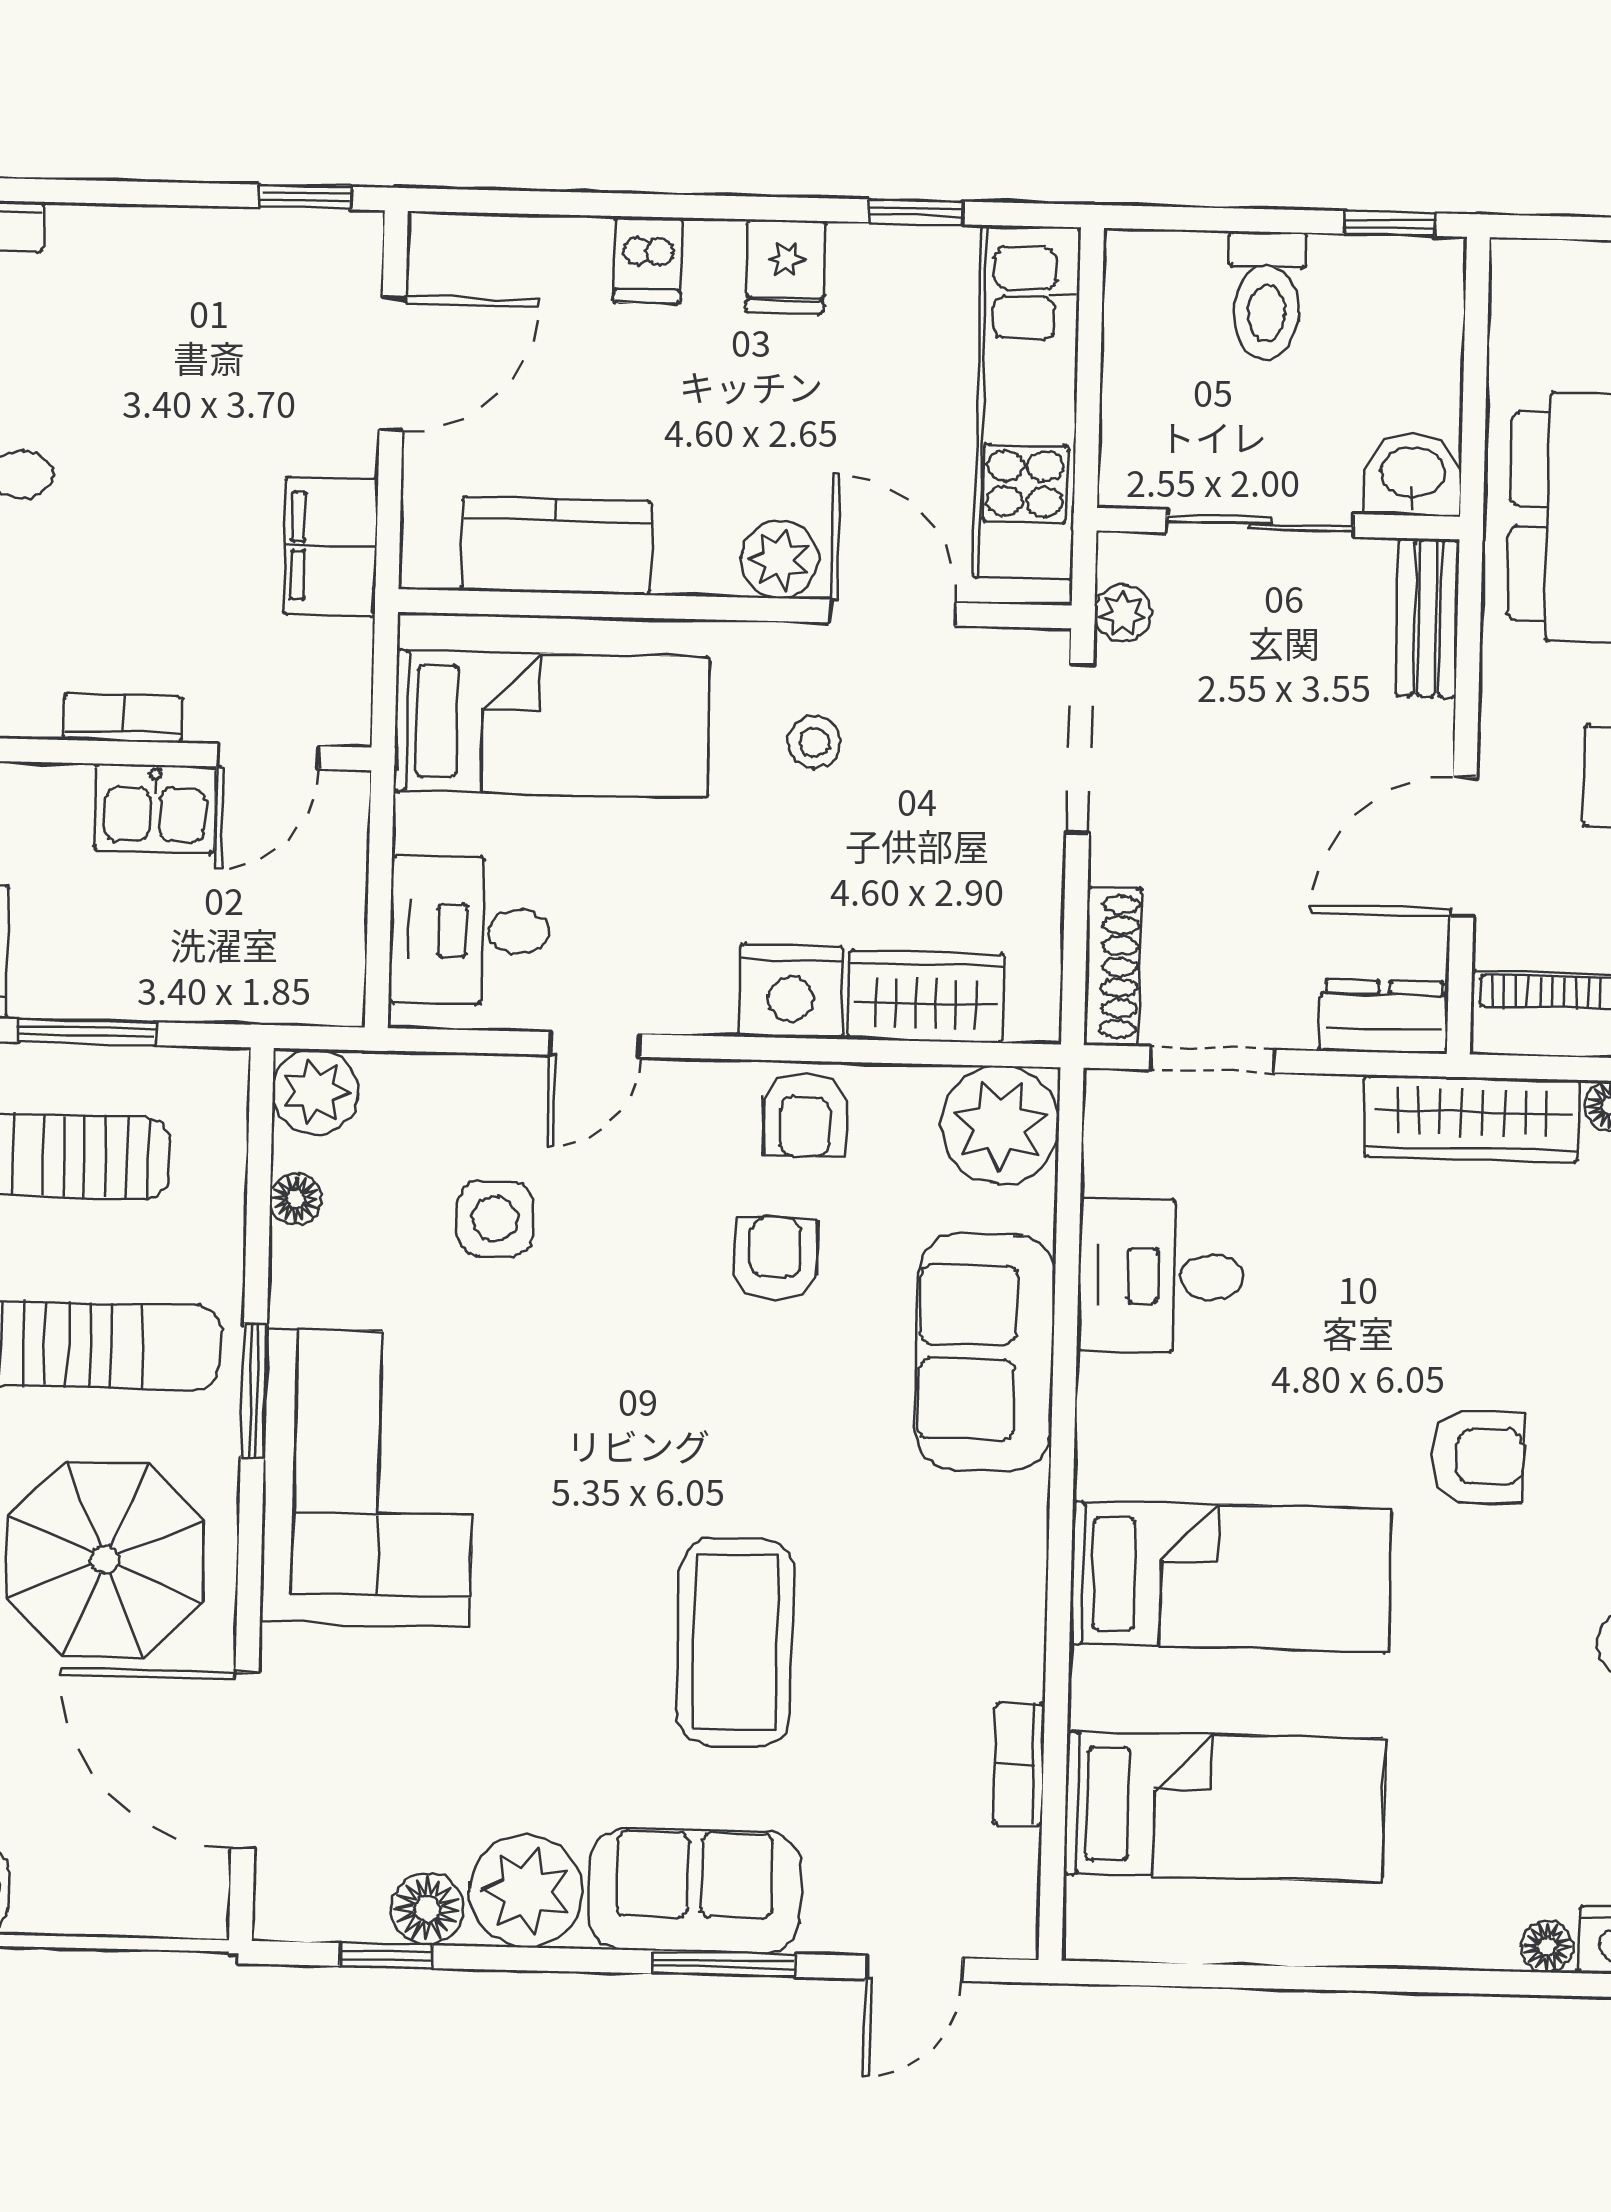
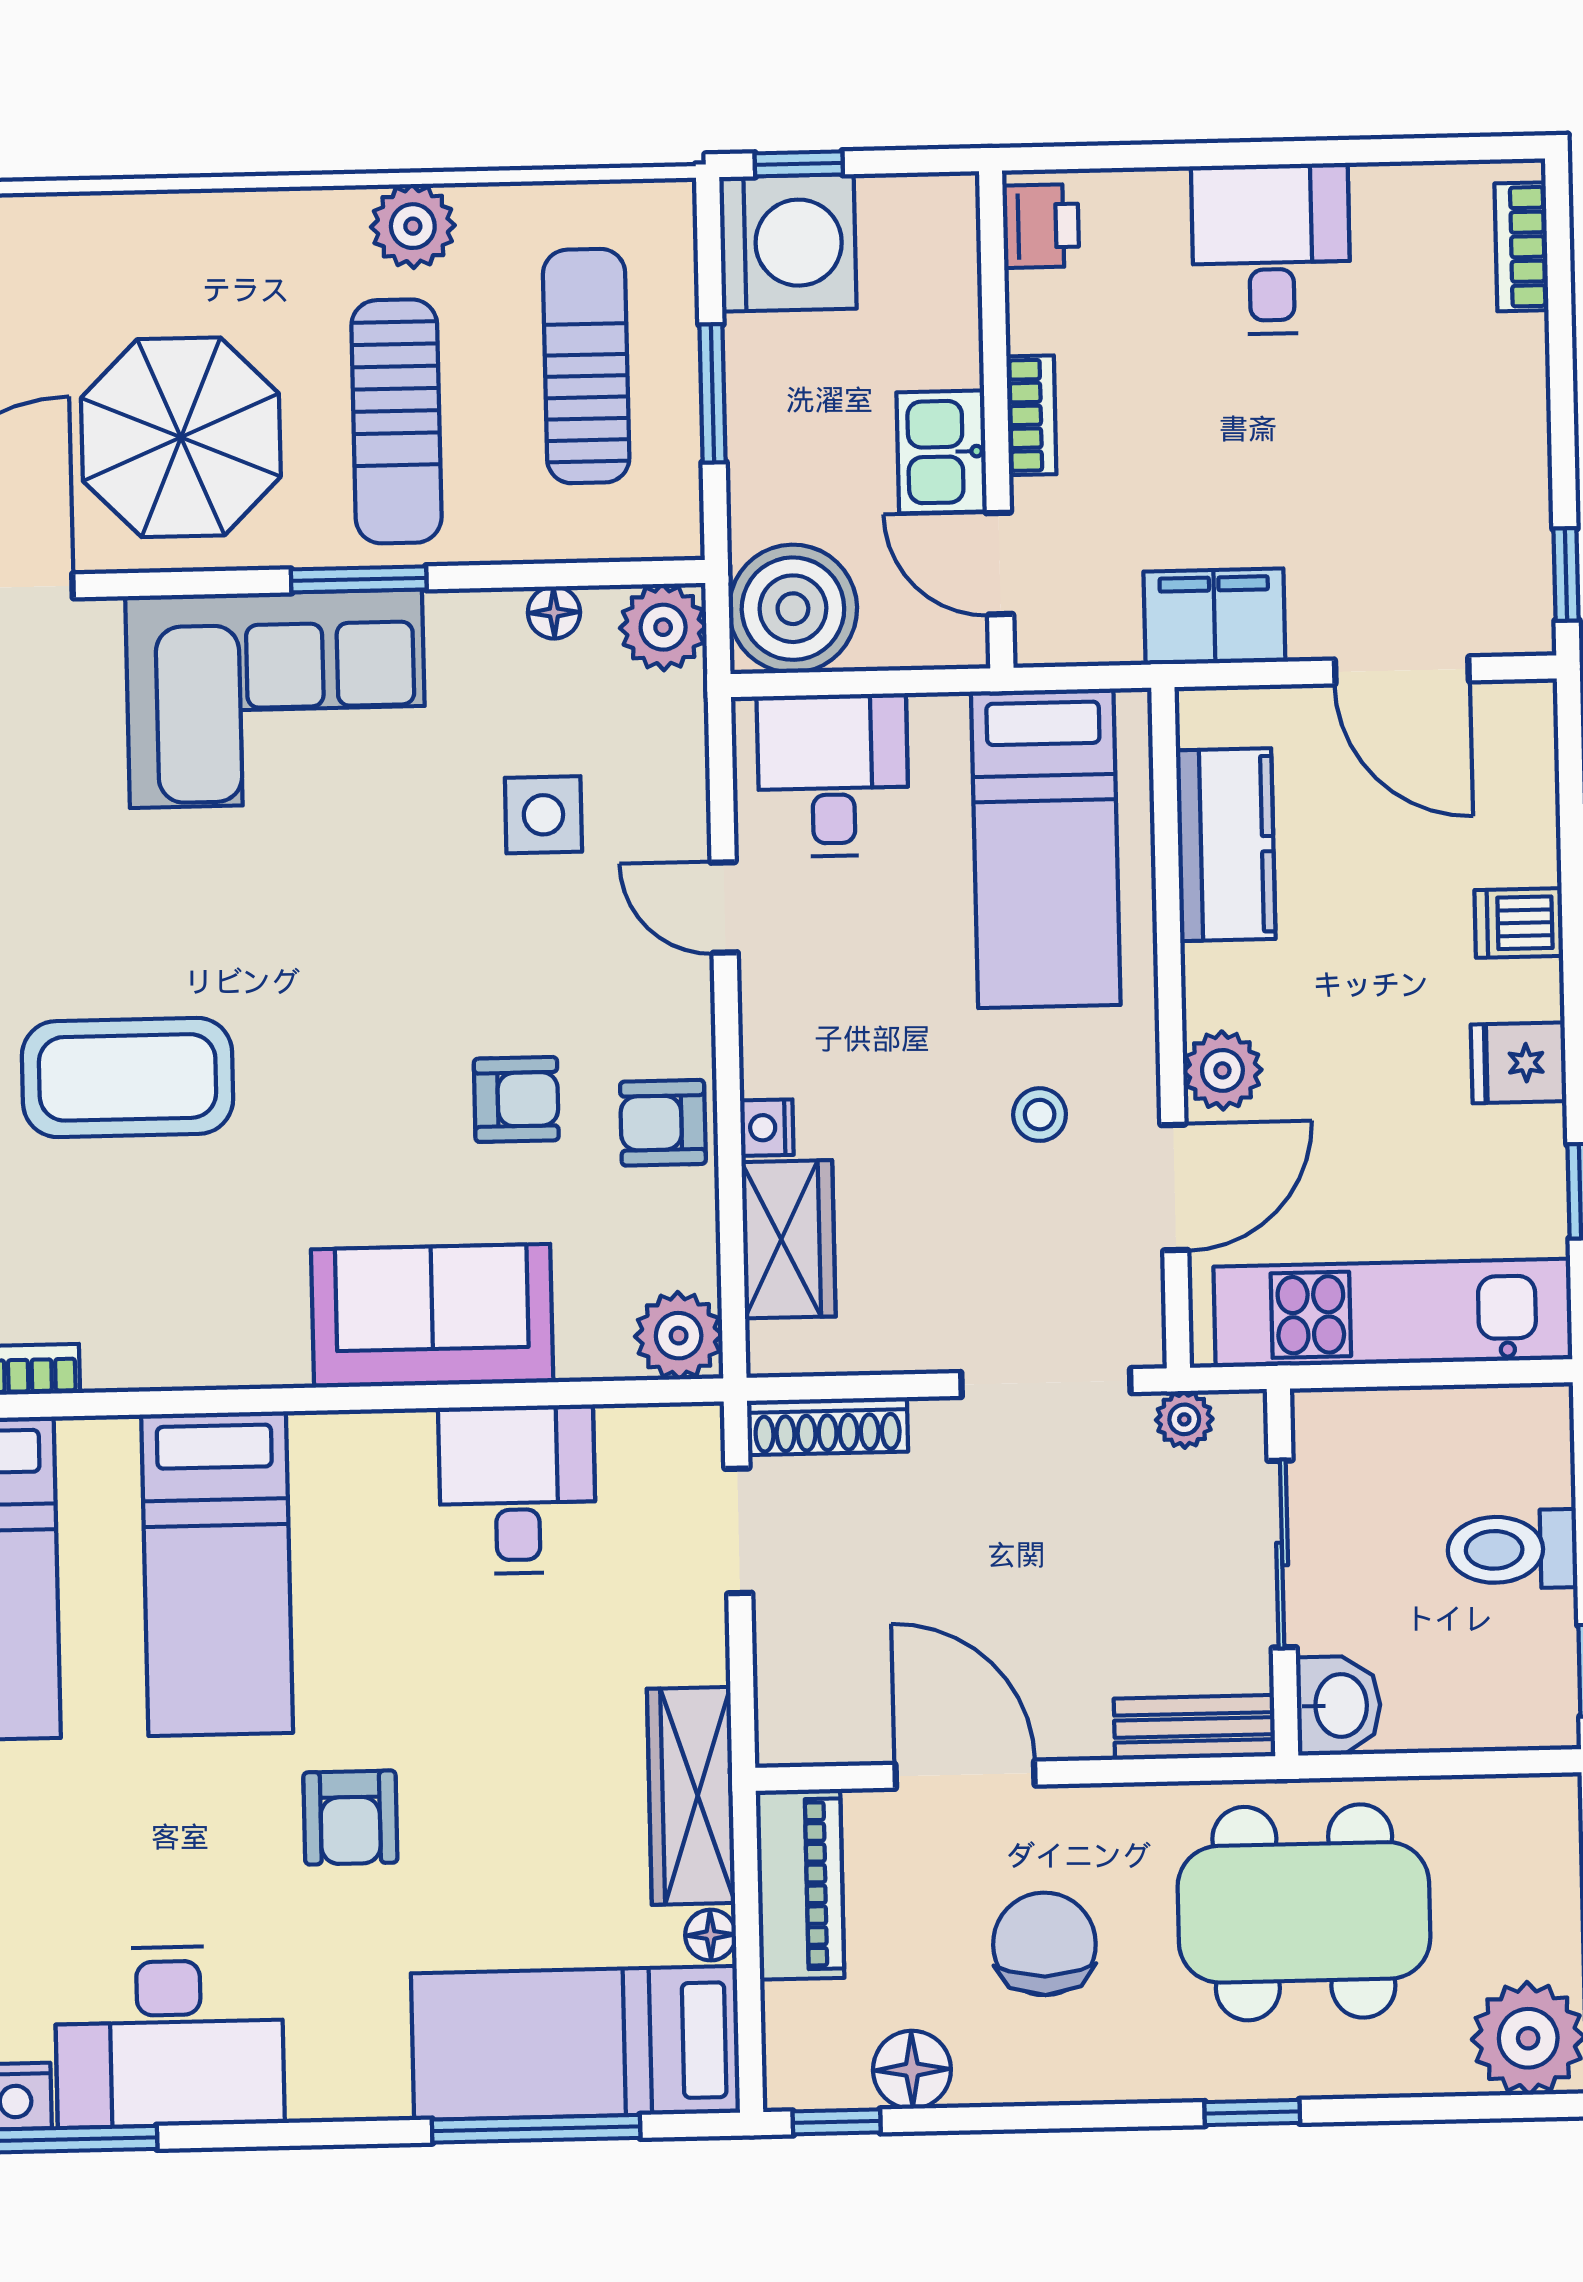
boiler: (303, 963) -> (793, 609), added
nightstand: (791, 991) -> (767, 1128), width x0.53, depth x0.56
dresser: (1384, 1017) -> (790, 1702), removed
plant: (1000, 1125) -> (679, 1336), width x0.73, depth x0.73

